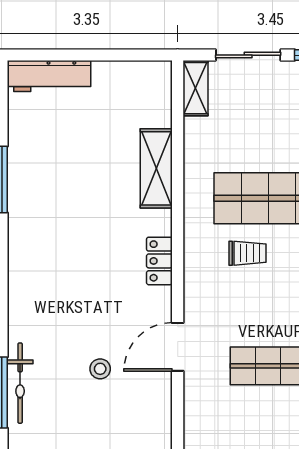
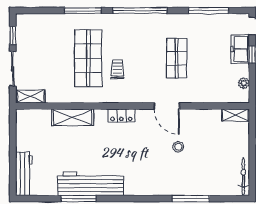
workbench: (30, 203) -> (91, 184), added
bicycle: (20, 383) -> (186, 189), removed

